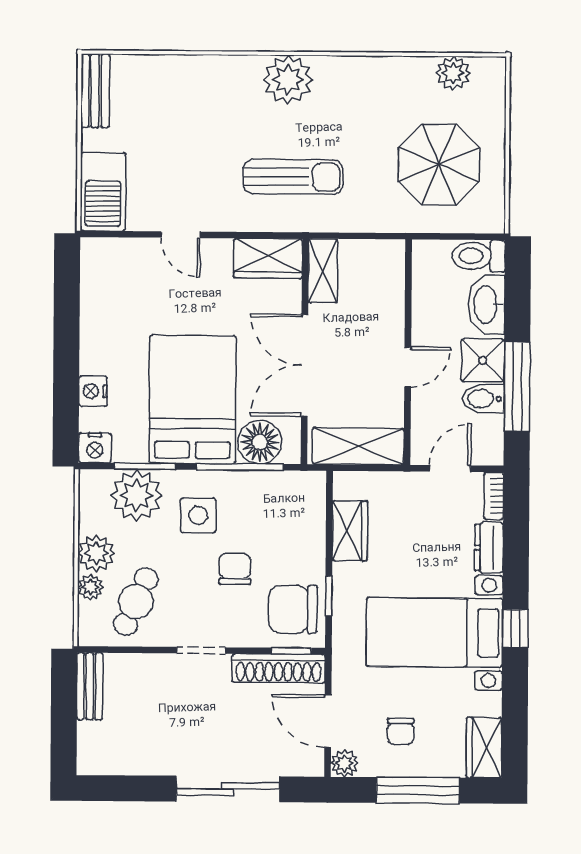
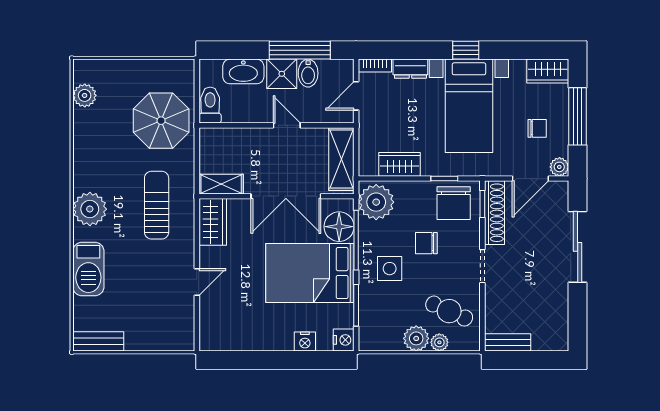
parasol: (439, 164) -> (161, 121), moved
barbecue: (103, 192) -> (88, 269), moved, turned 90
toilet: (479, 256) -> (210, 105), moved, turned 180
door: (450, 468) -> (356, 96), hinge flipped
plant: (136, 495) -> (376, 202), moved

